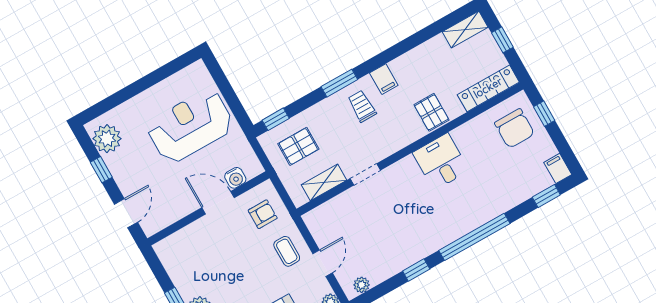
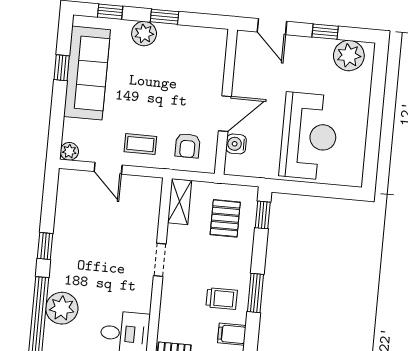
shelving: (324, 182) -> (180, 202), moved
plant: (362, 285) -> (62, 308), moved, width x1.88, depth x1.88

